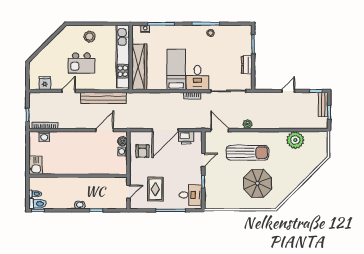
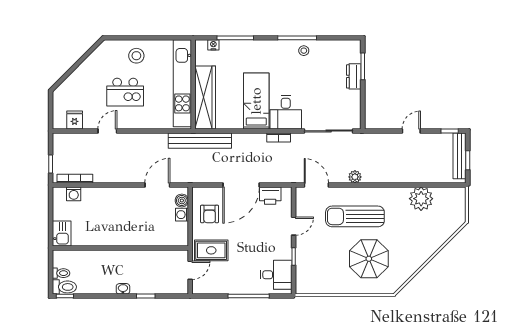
dresser: (247, 65) -> (354, 76), moved
bench: (103, 98) -> (200, 141), moved
bench: (323, 105) -> (459, 156), width x1.36
sun lounger: (248, 153) -> (355, 216), turned 180
rug: (155, 189) -> (211, 250), moved, turned 90

